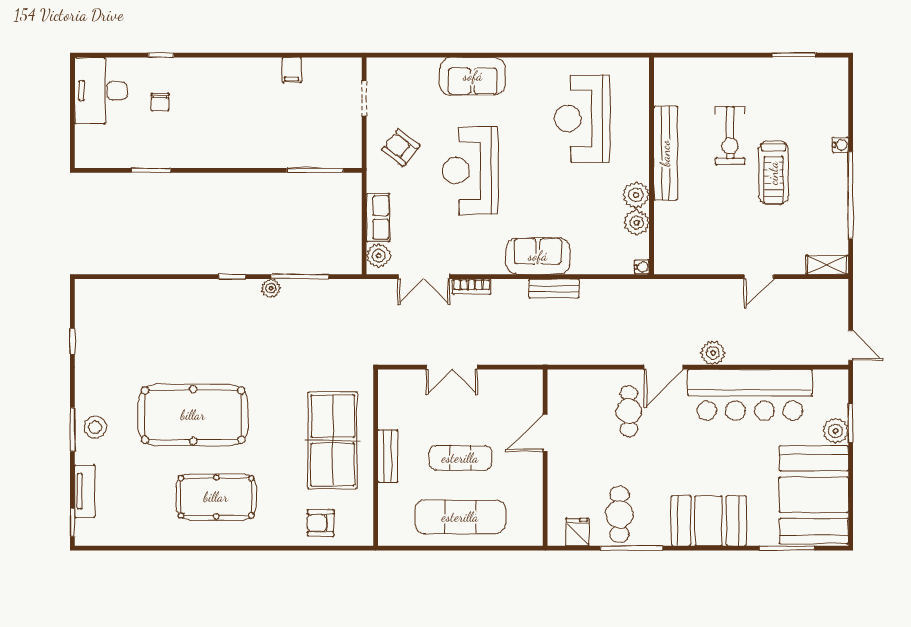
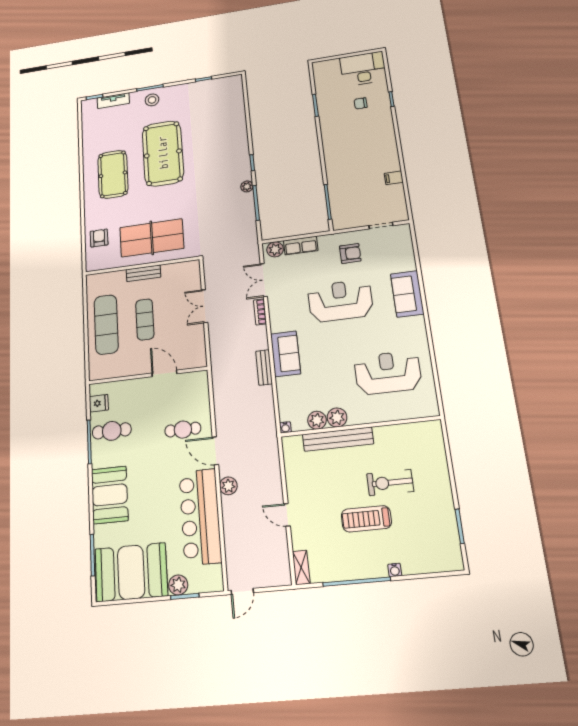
armchair: (401, 148) -> (350, 253), turned 52
bench: (665, 153) -> (338, 439), moved

